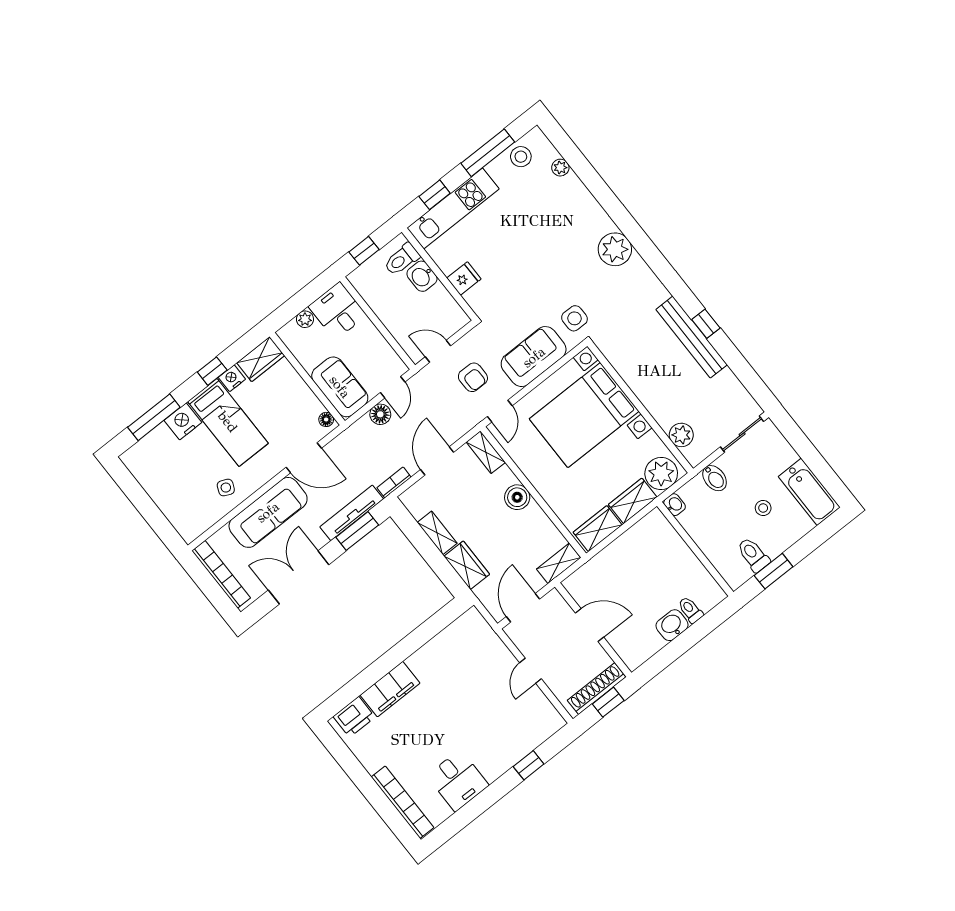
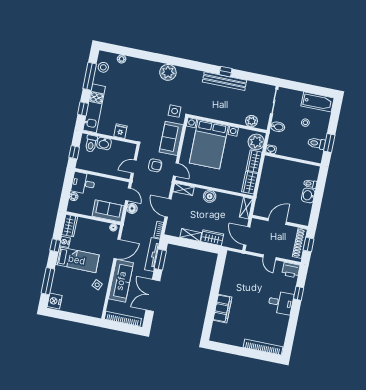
nightstand: (183, 421) -> (55, 301), moved
printer: (354, 717) -> (291, 270), moved, turned 90
desk: (458, 780) -> (281, 303), moved

